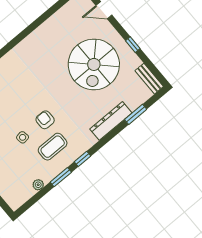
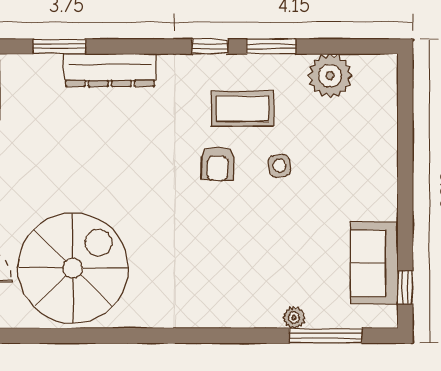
spiral stairs: (94, 64) -> (73, 268), moved
plant: (38, 185) -> (330, 76), width x1.87, depth x1.87

